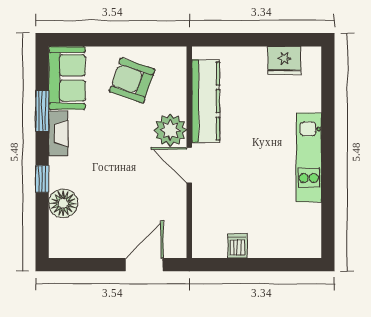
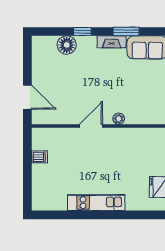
armchair: (132, 80) -> (146, 89), removed
kitchen counter: (206, 101) -> (132, 137), removed
plant: (170, 130) -> (119, 119), width x0.53, depth x0.53

